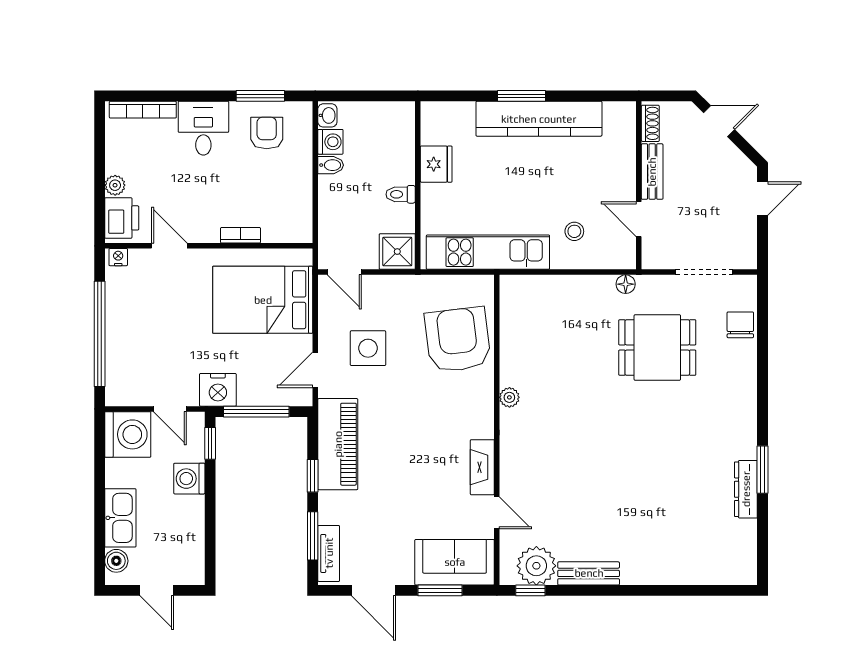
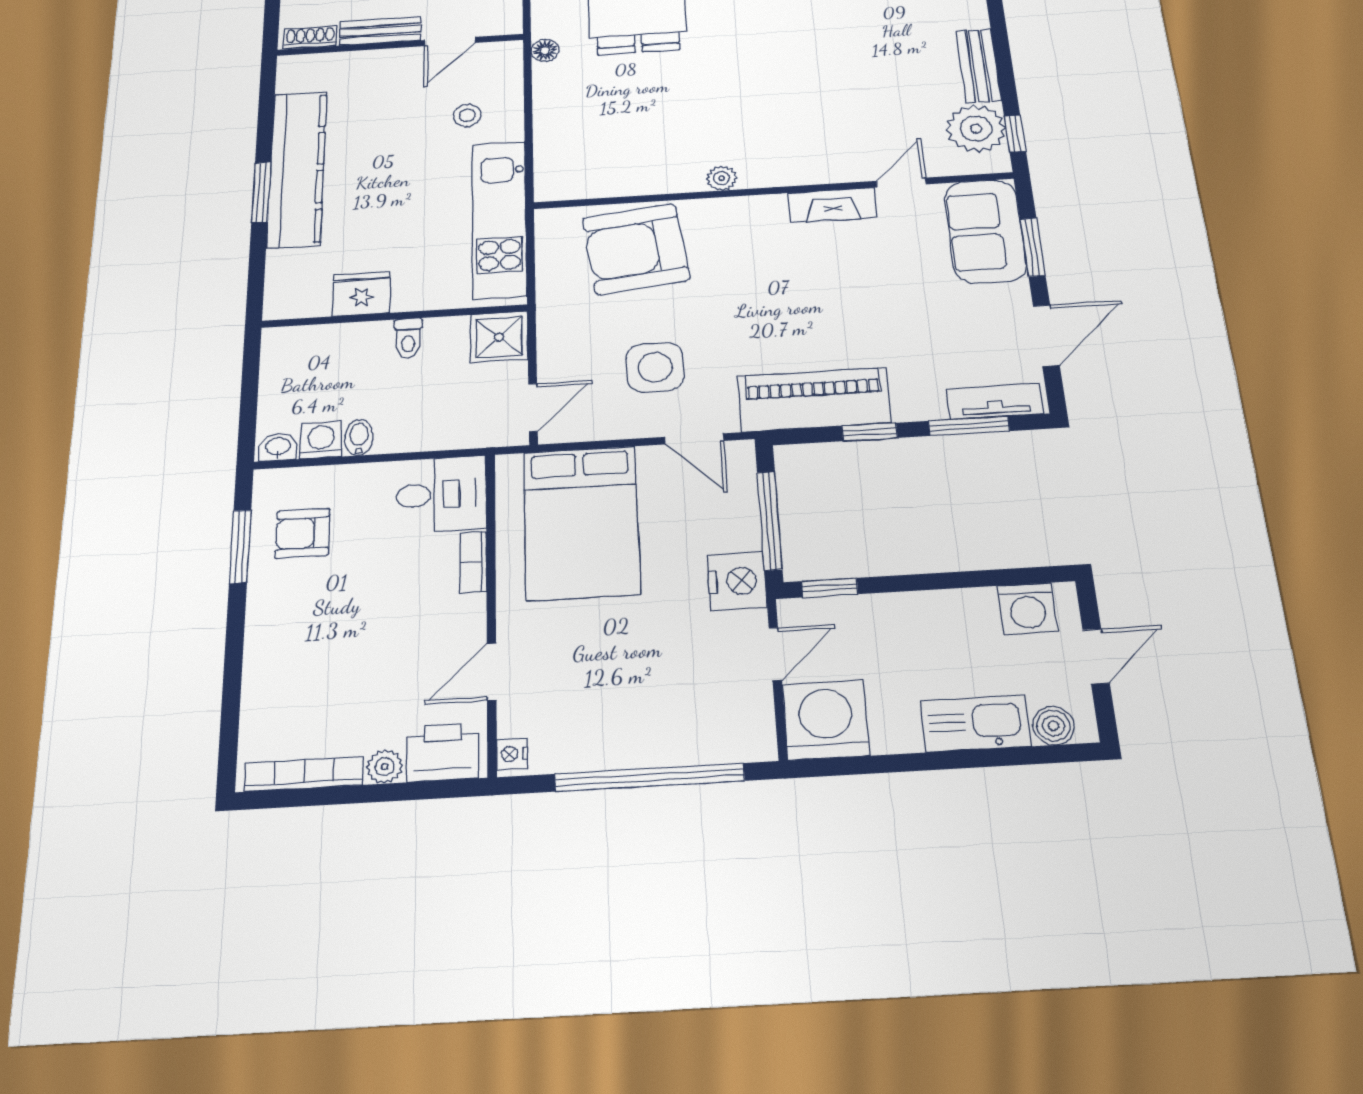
bookcase: (143, 110) -> (304, 774), moved, turned -90
desk: (203, 128) -> (441, 494), moved, turned 180
washing machine: (189, 479) -> (1028, 608), moved

